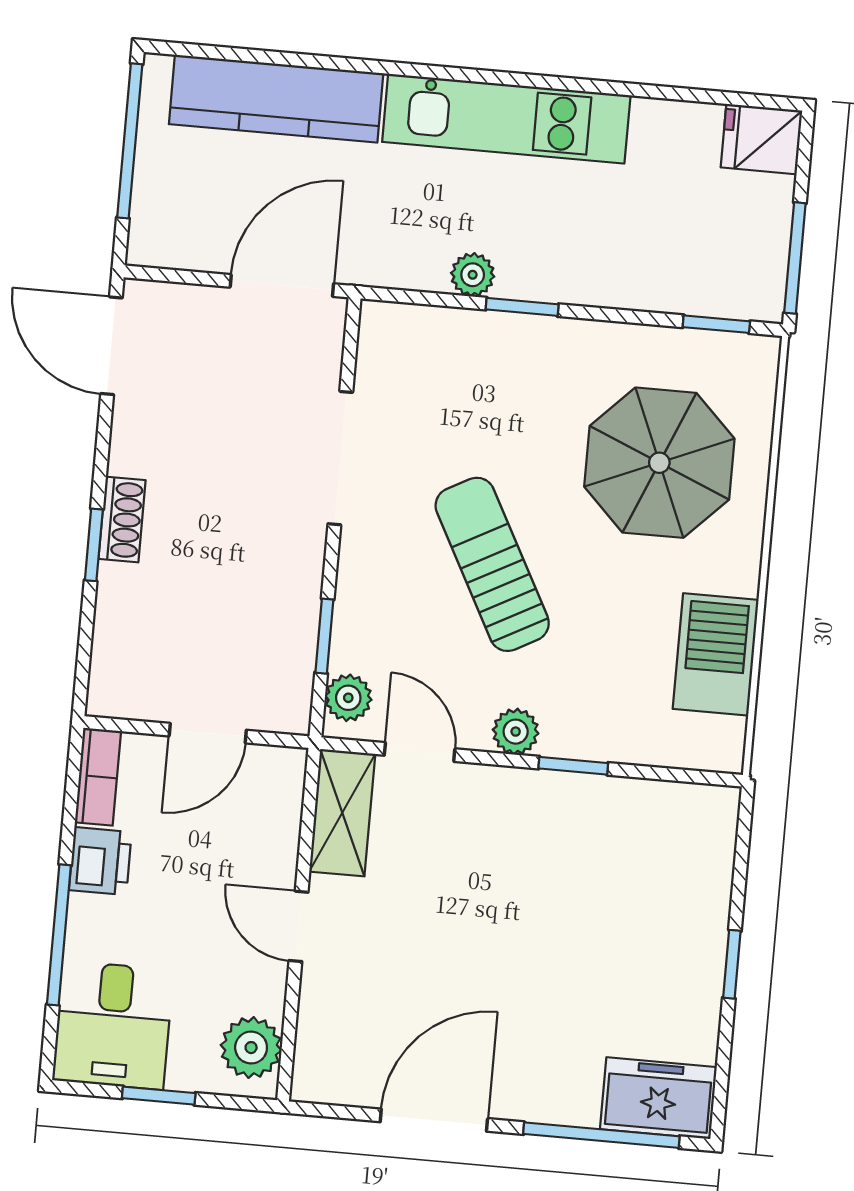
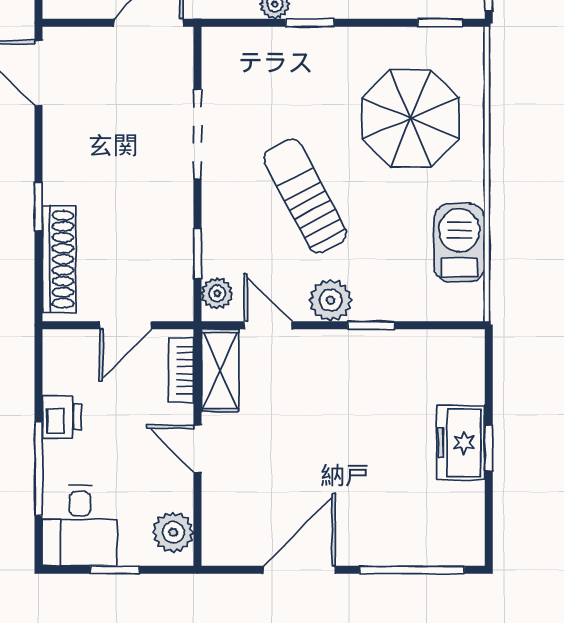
shoe rack: (122, 520) -> (59, 259), moved, width x1.94, depth x1.24
plant: (516, 732) -> (331, 300), width x1.38, depth x1.38
bookcase: (98, 777) -> (181, 370), moved, turned 180
freezer: (658, 1098) -> (461, 443), moved, turned -90

